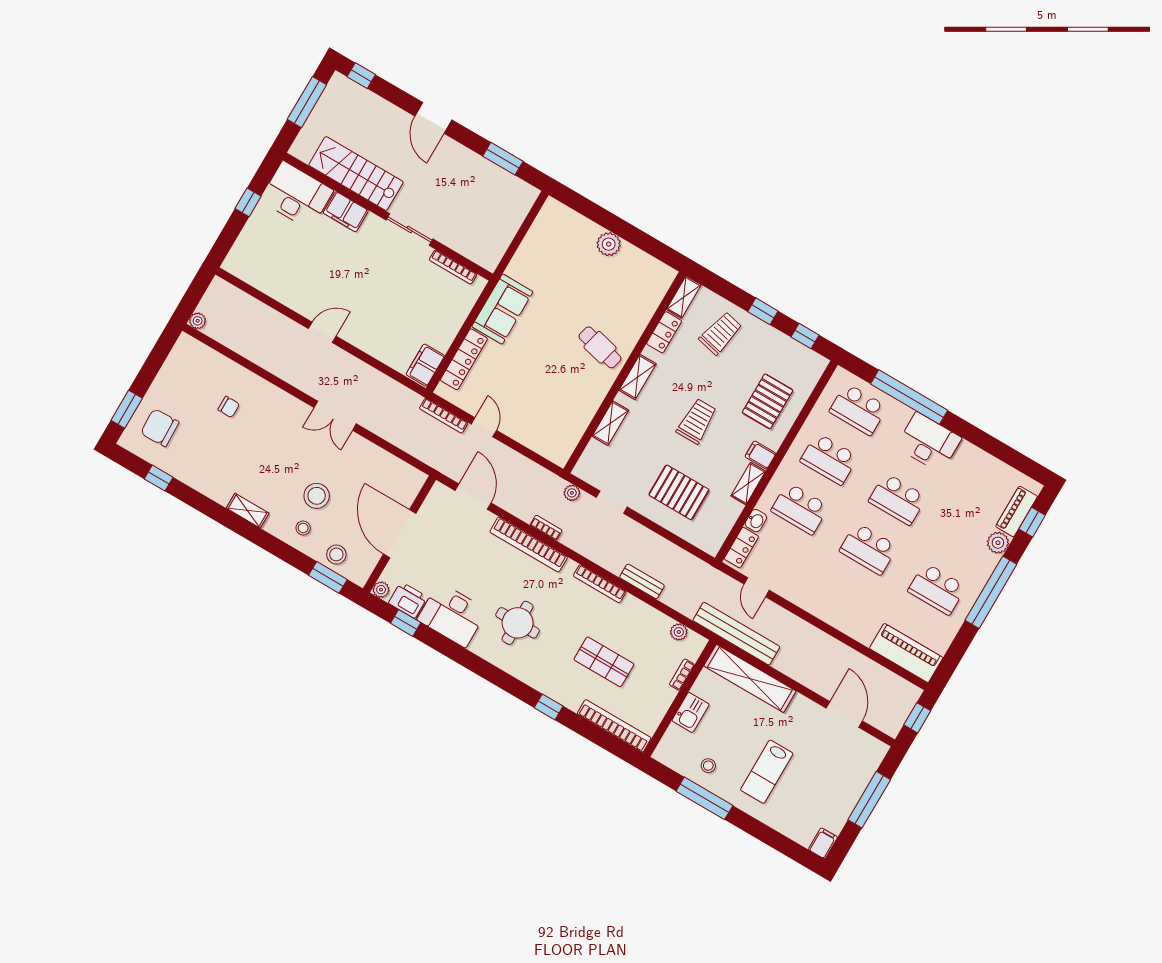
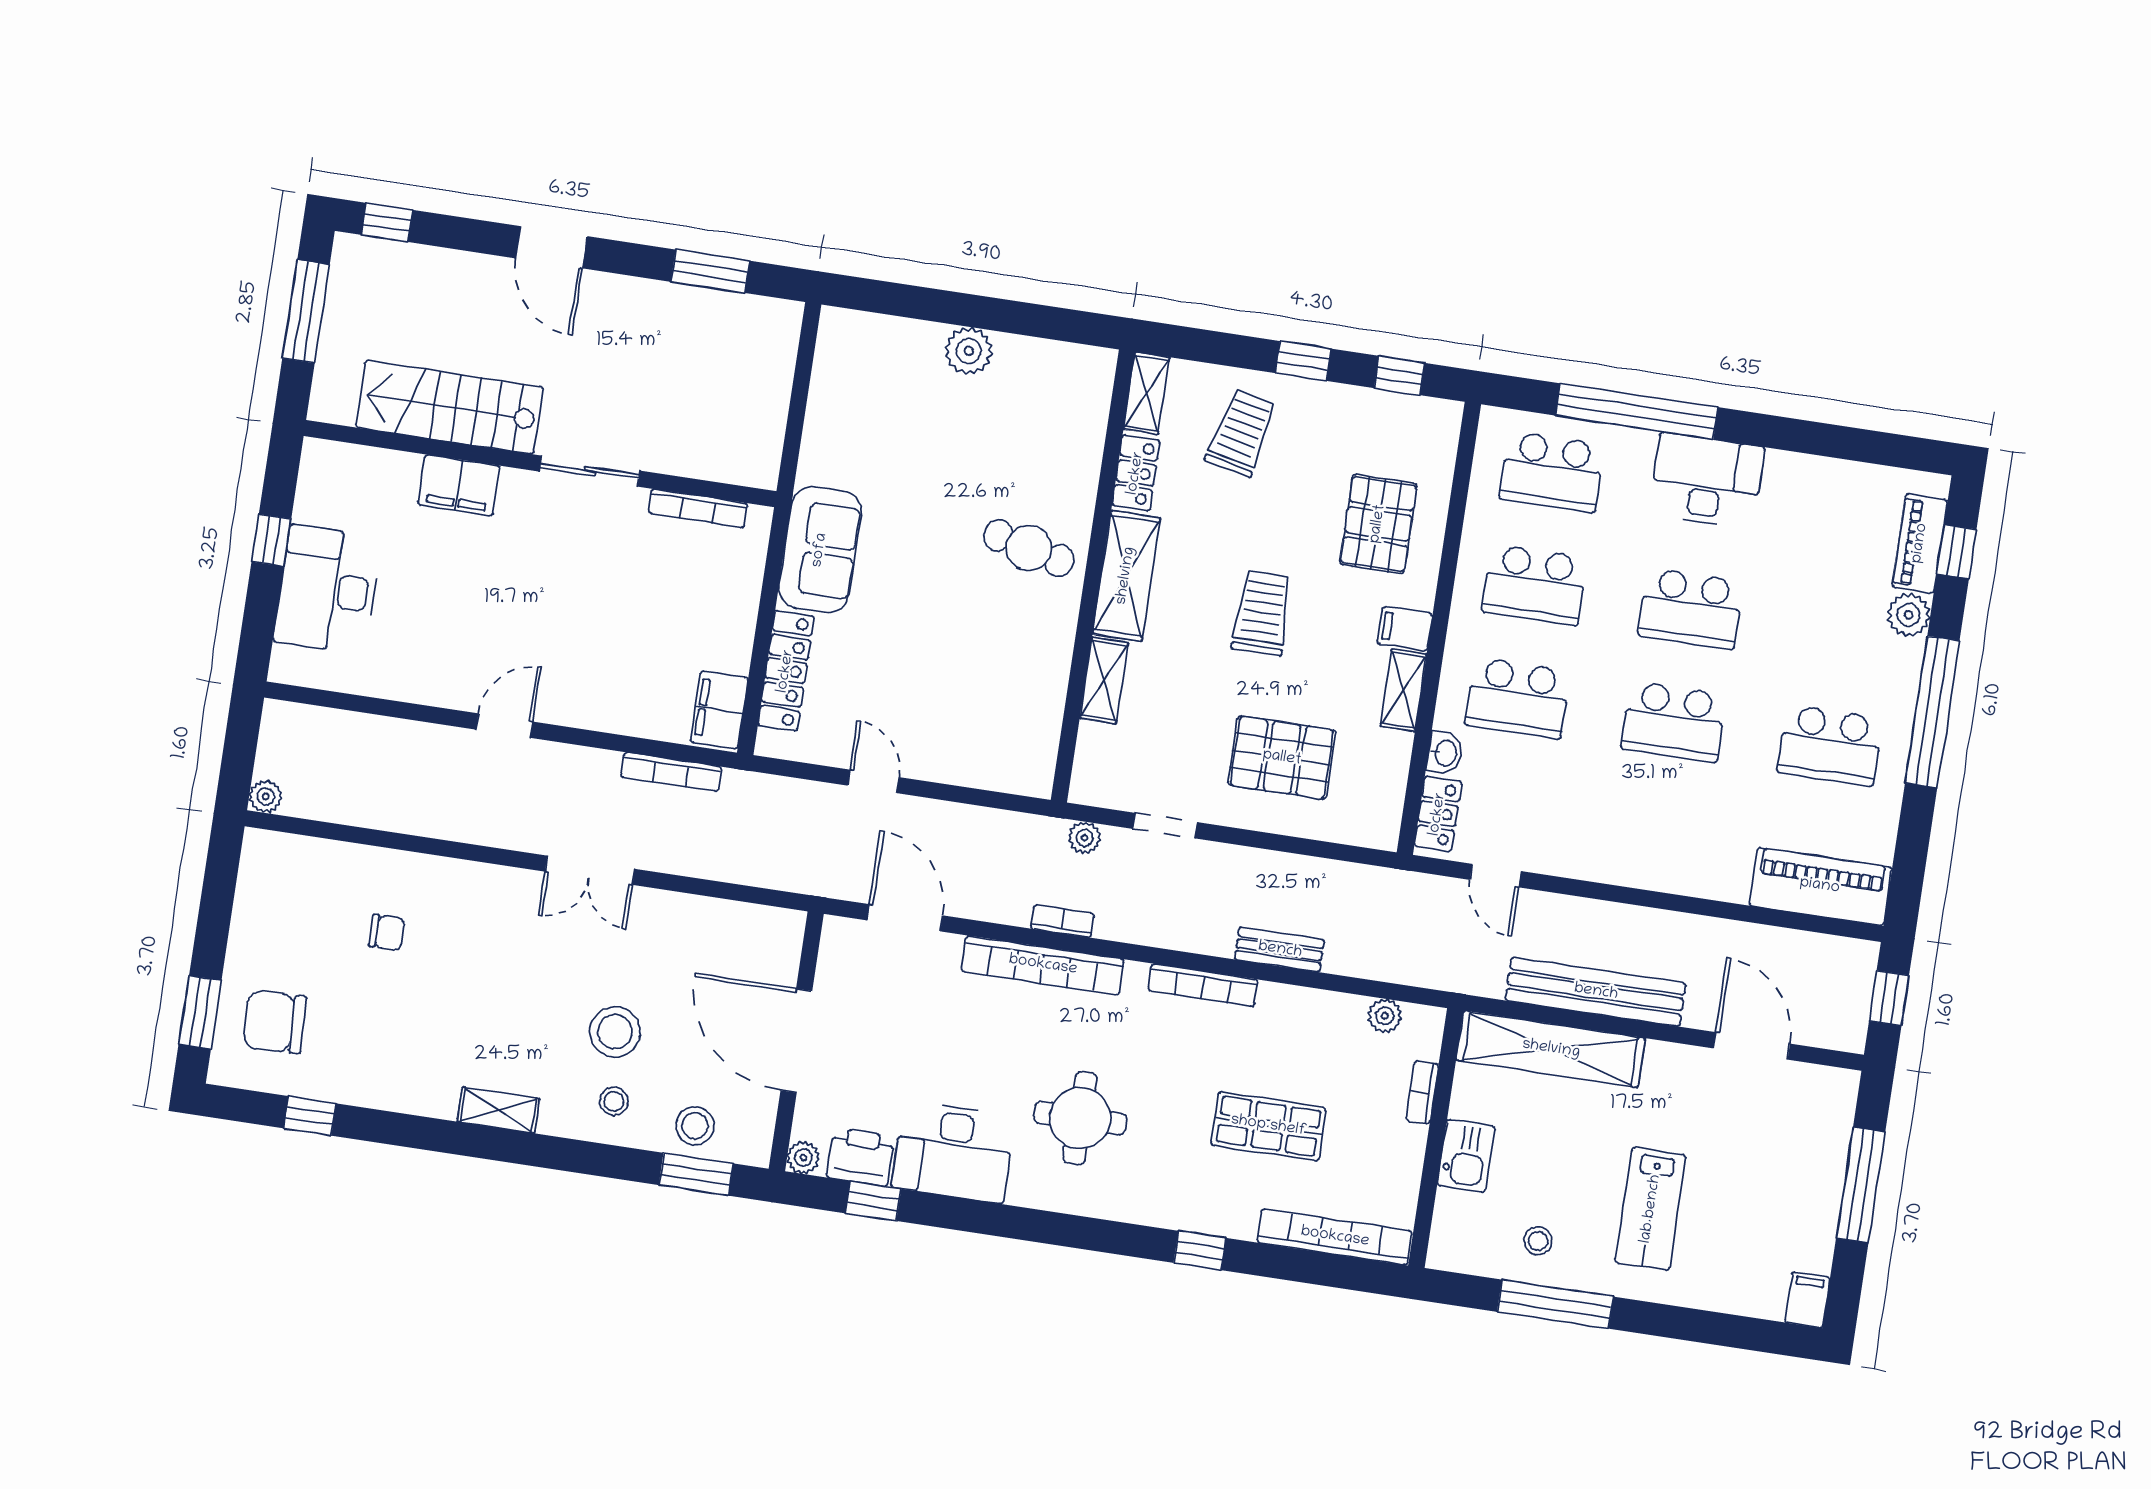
desk: (297, 195) -> (328, 589), moved, turned -90
shelving: (638, 377) -> (1126, 576), width x1.50, depth x1.33
bookcase: (444, 416) -> (671, 772), moved
bench: (736, 634) -> (1596, 992), moved

